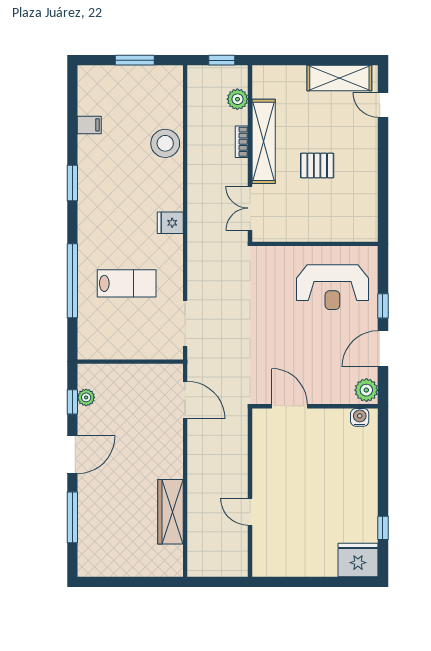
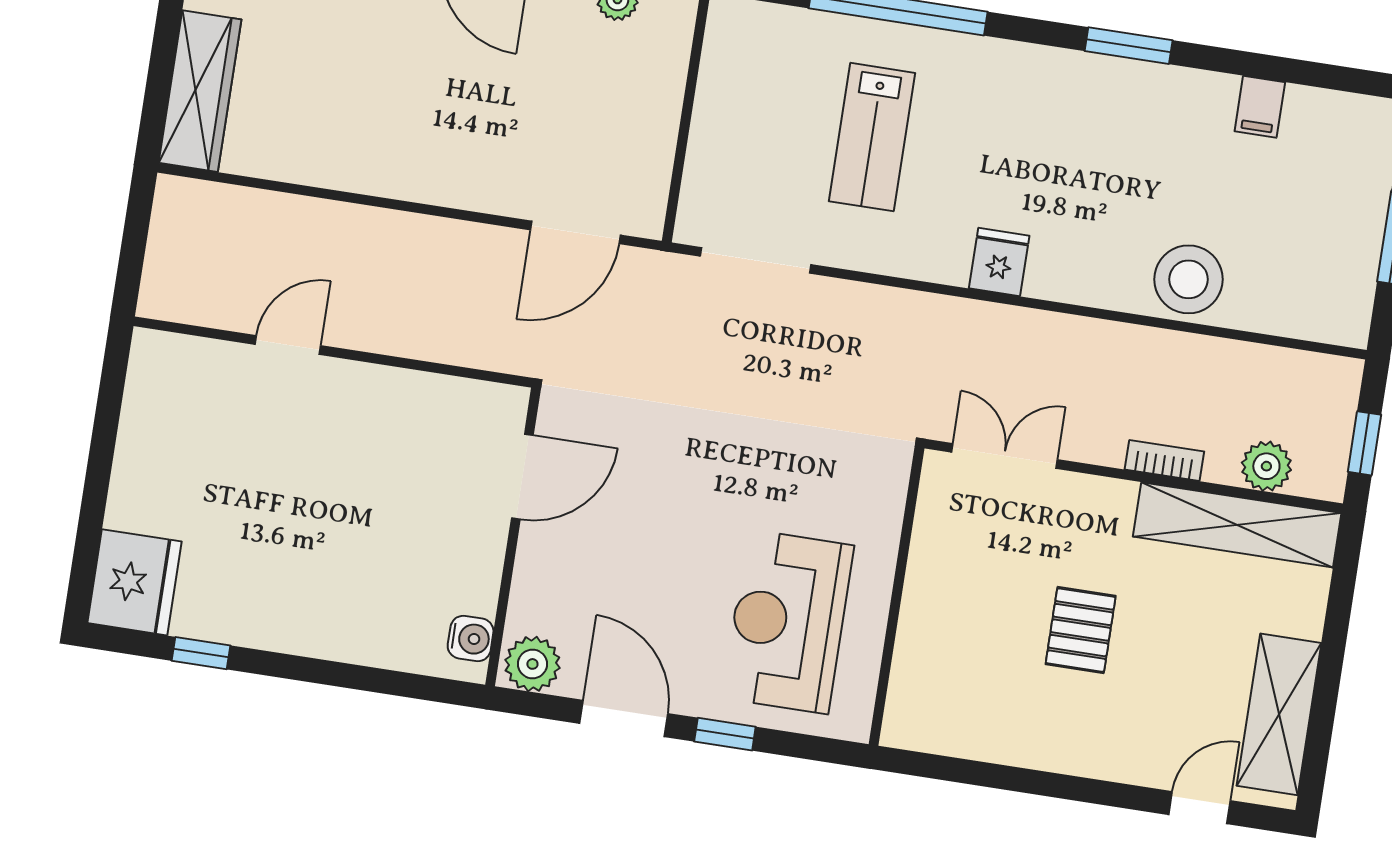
shelving: (264, 141) -> (1237, 525), moved
wardrobe: (171, 512) -> (200, 91), moved, turned 90

